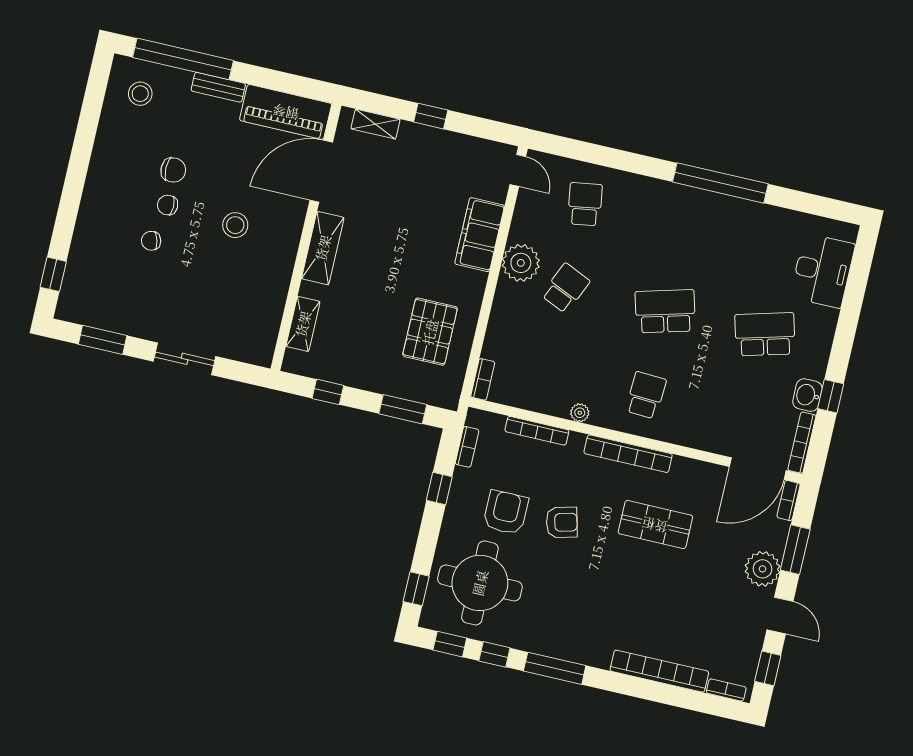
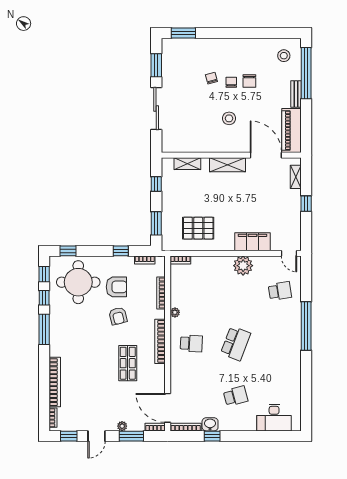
door: (518, 170) -> (289, 253), hinge flipped
window: (720, 183) -> (306, 326), moved
window: (53, 274) -> (183, 33), width x1.50
school desk: (566, 288) -> (236, 291), removed
school desk: (665, 311) -> (236, 343), turned 36
school desk: (765, 334) -> (236, 396), width x0.54
sliding door: (185, 359) -> (156, 108), width x1.37
plant: (762, 569) -> (122, 426), width x0.53, depth x0.53

